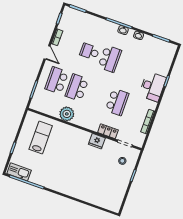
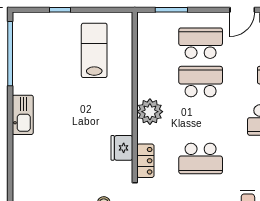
plant: (67, 114) -> (150, 112), moved
lab bench: (41, 137) -> (94, 50), turned -90
kitchen sink: (19, 172) -> (23, 115), moved

